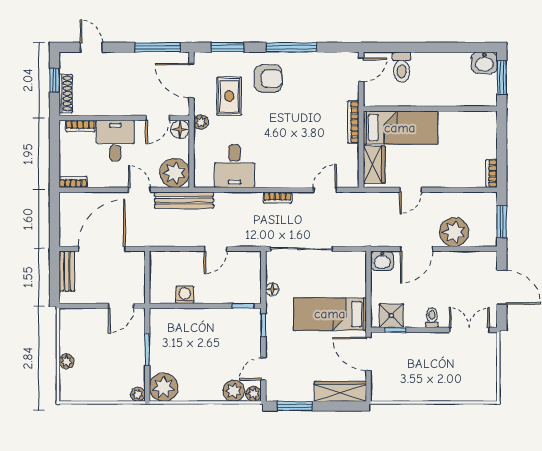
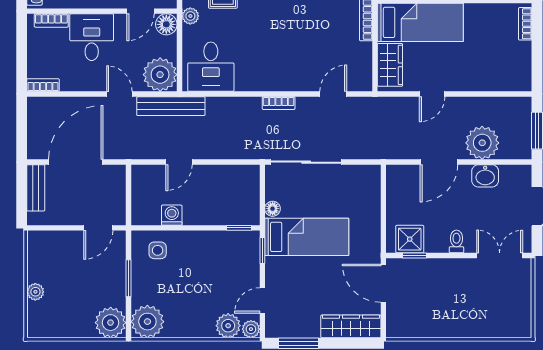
desk: (235, 166) -> (211, 67), moved
bookcase: (491, 173) -> (525, 24), moved
door: (215, 249) -> (179, 162), moved
washbasin: (382, 261) -> (485, 176), moved
bed: (330, 314) -> (307, 237), moved, turned 180
side table: (172, 325) -> (158, 250), added
plant: (138, 394) -> (111, 323), width x1.88, depth x1.88

